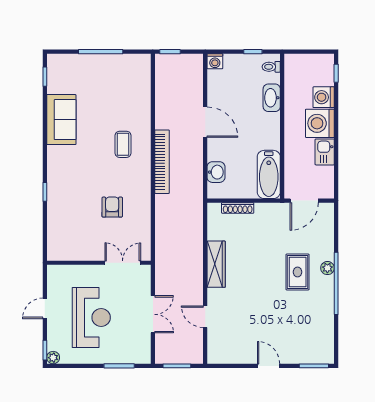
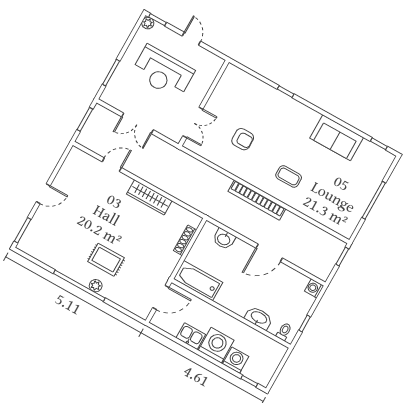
door: (304, 201) -> (161, 297), swing flipped

